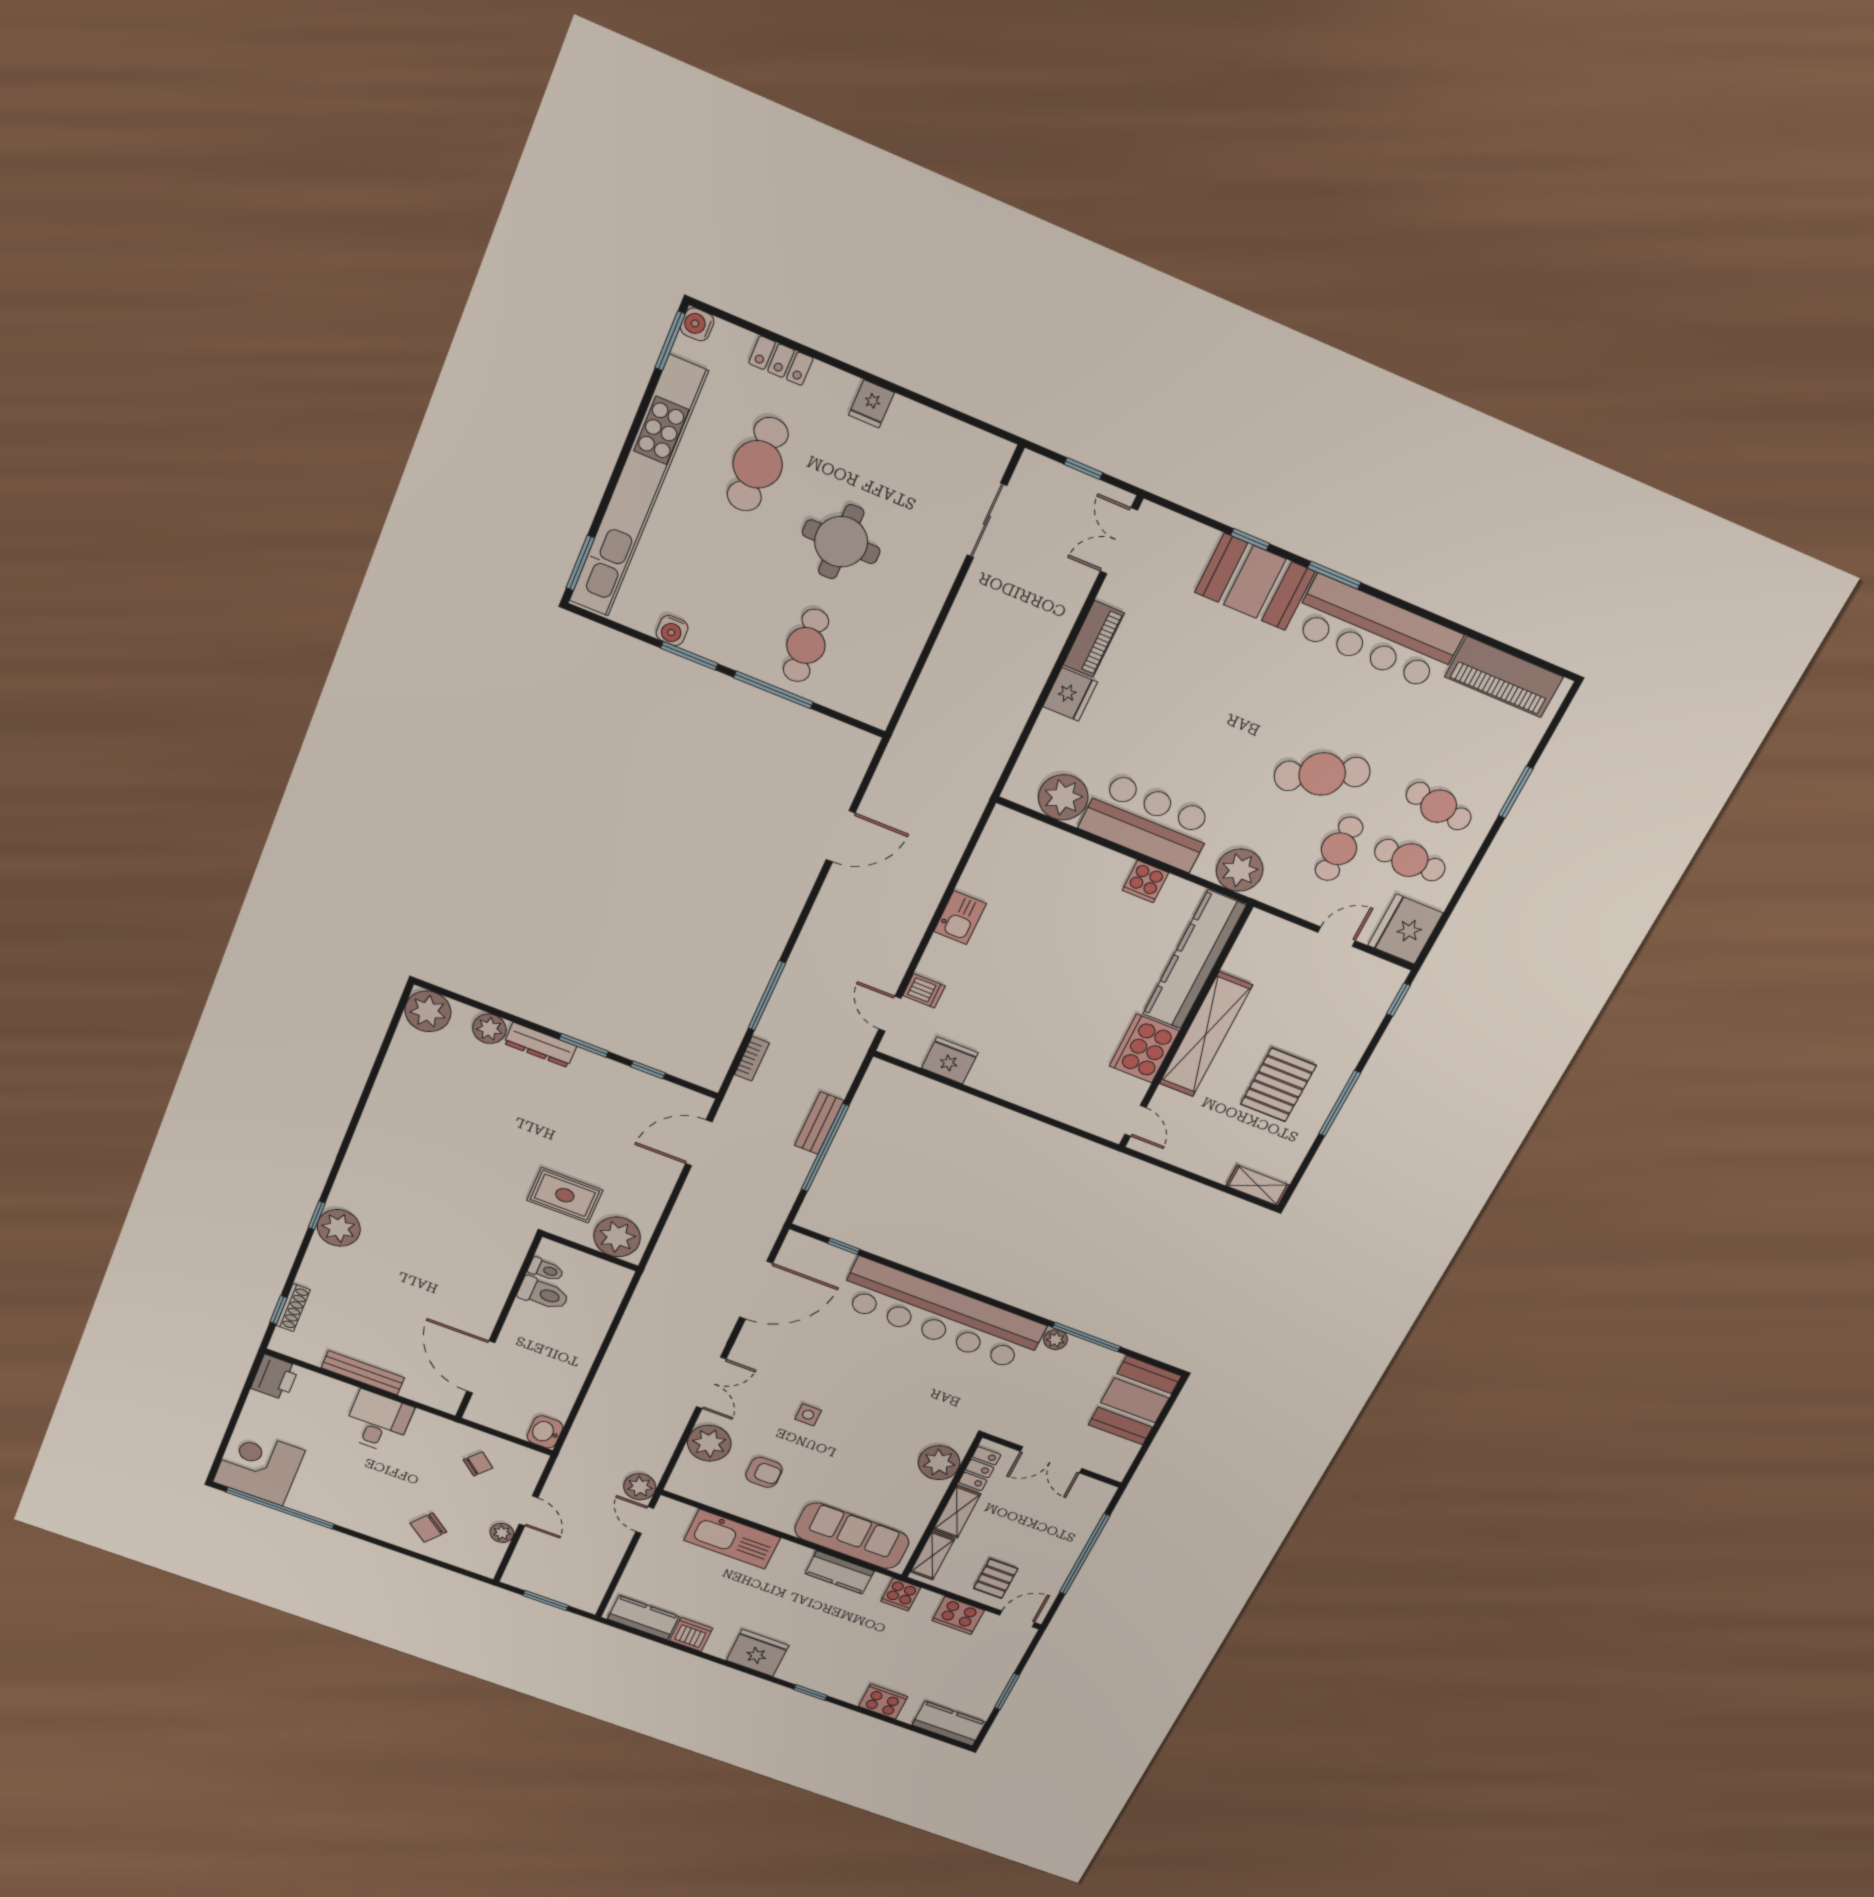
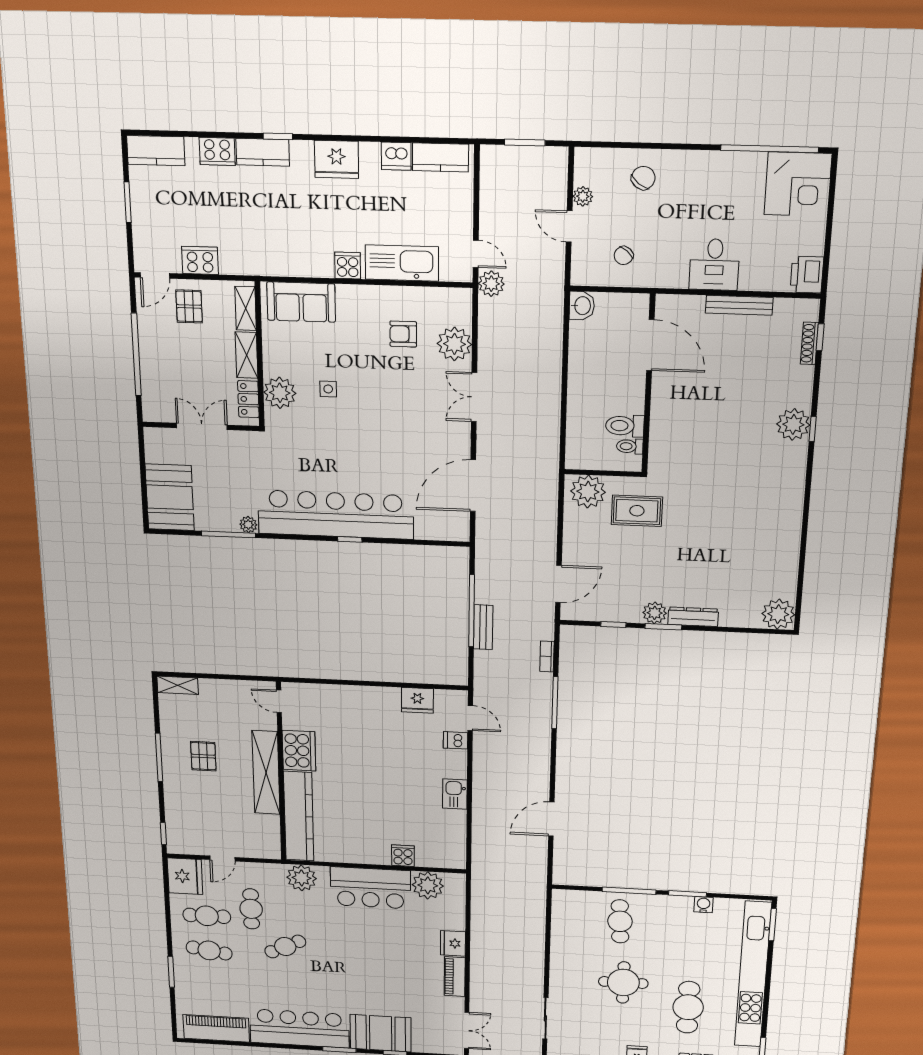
cafe table: (1322, 774) -> (285, 947), width x0.73, depth x0.74
cooker: (1145, 881) -> (403, 856), moved
plant: (489, 1029) -> (655, 613), moved
pallet: (1278, 1085) -> (203, 756), width x0.67, depth x0.71
window: (844, 1246) -> (350, 539), moved
side table: (808, 1415) -> (328, 389), moved
sofa: (852, 1536) -> (301, 302), width x0.73
kitchen counter: (840, 1572) -> (263, 152), moved, turned 180
cooker: (901, 1594) -> (348, 265), moved

